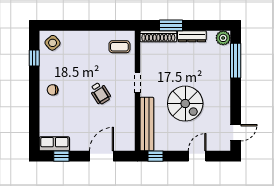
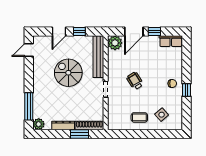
side table: (53, 43) -> (162, 115), moved
coffee table: (119, 47) -> (139, 117), moved
window: (34, 58) -> (187, 90), moved
plant: (126, 142) -> (115, 43), added
window: (61, 156) -> (154, 31), moved
window: (156, 156) -> (79, 31), moved

